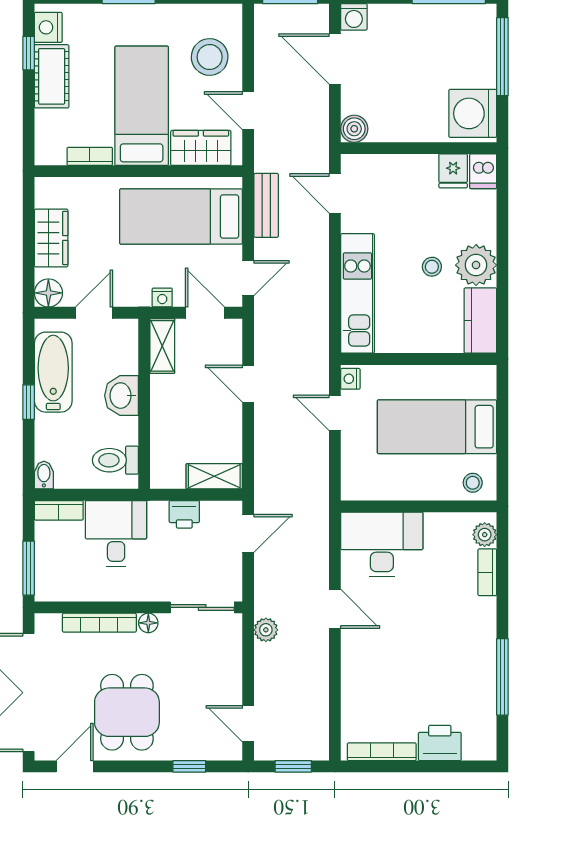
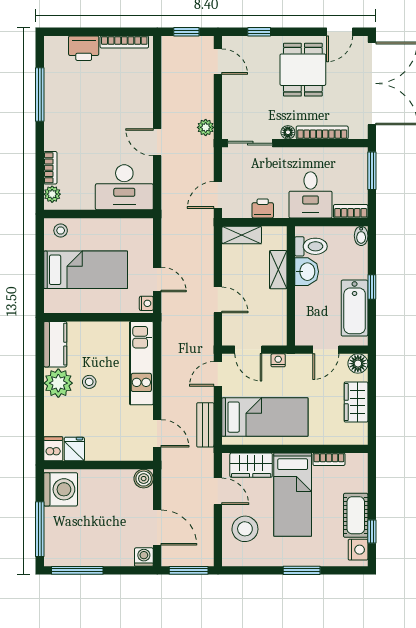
shelving: (162, 346) -> (278, 270), moved
washbasin: (122, 396) -> (307, 272), moved

